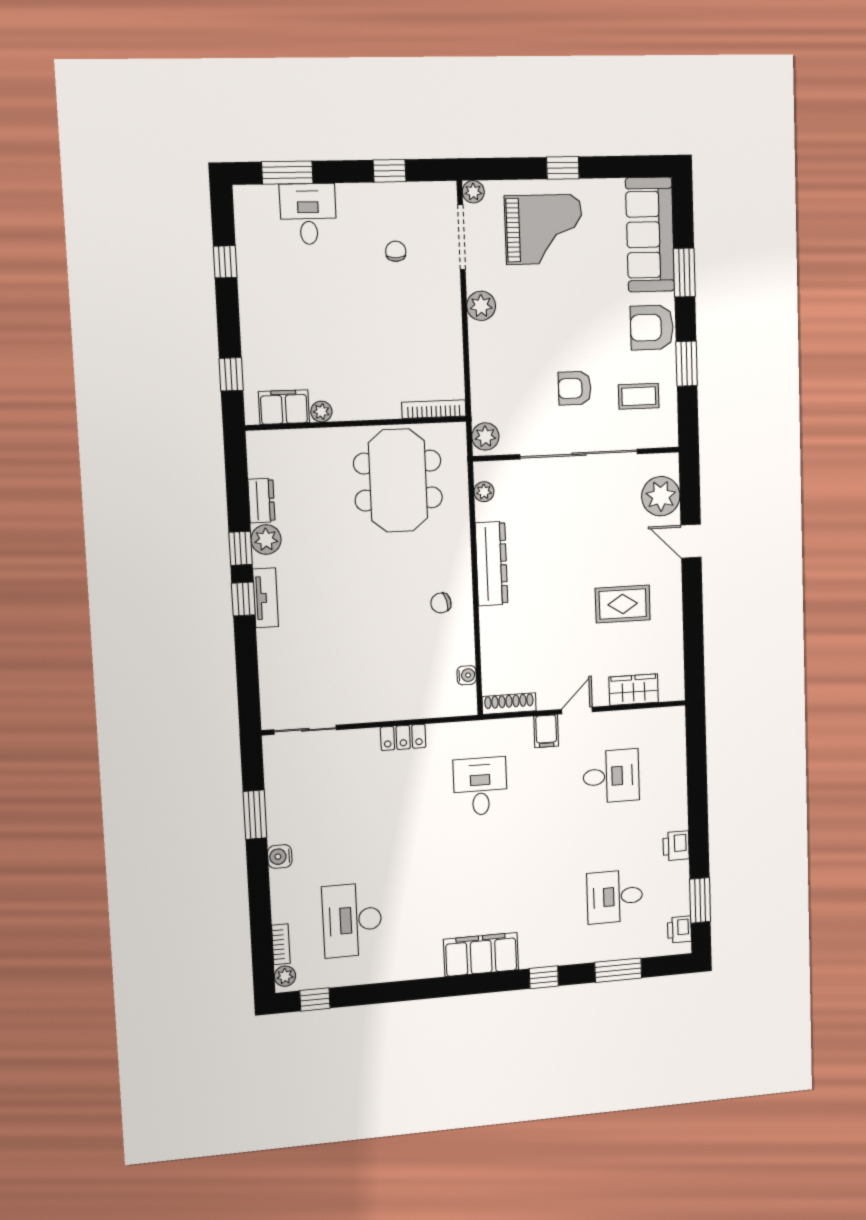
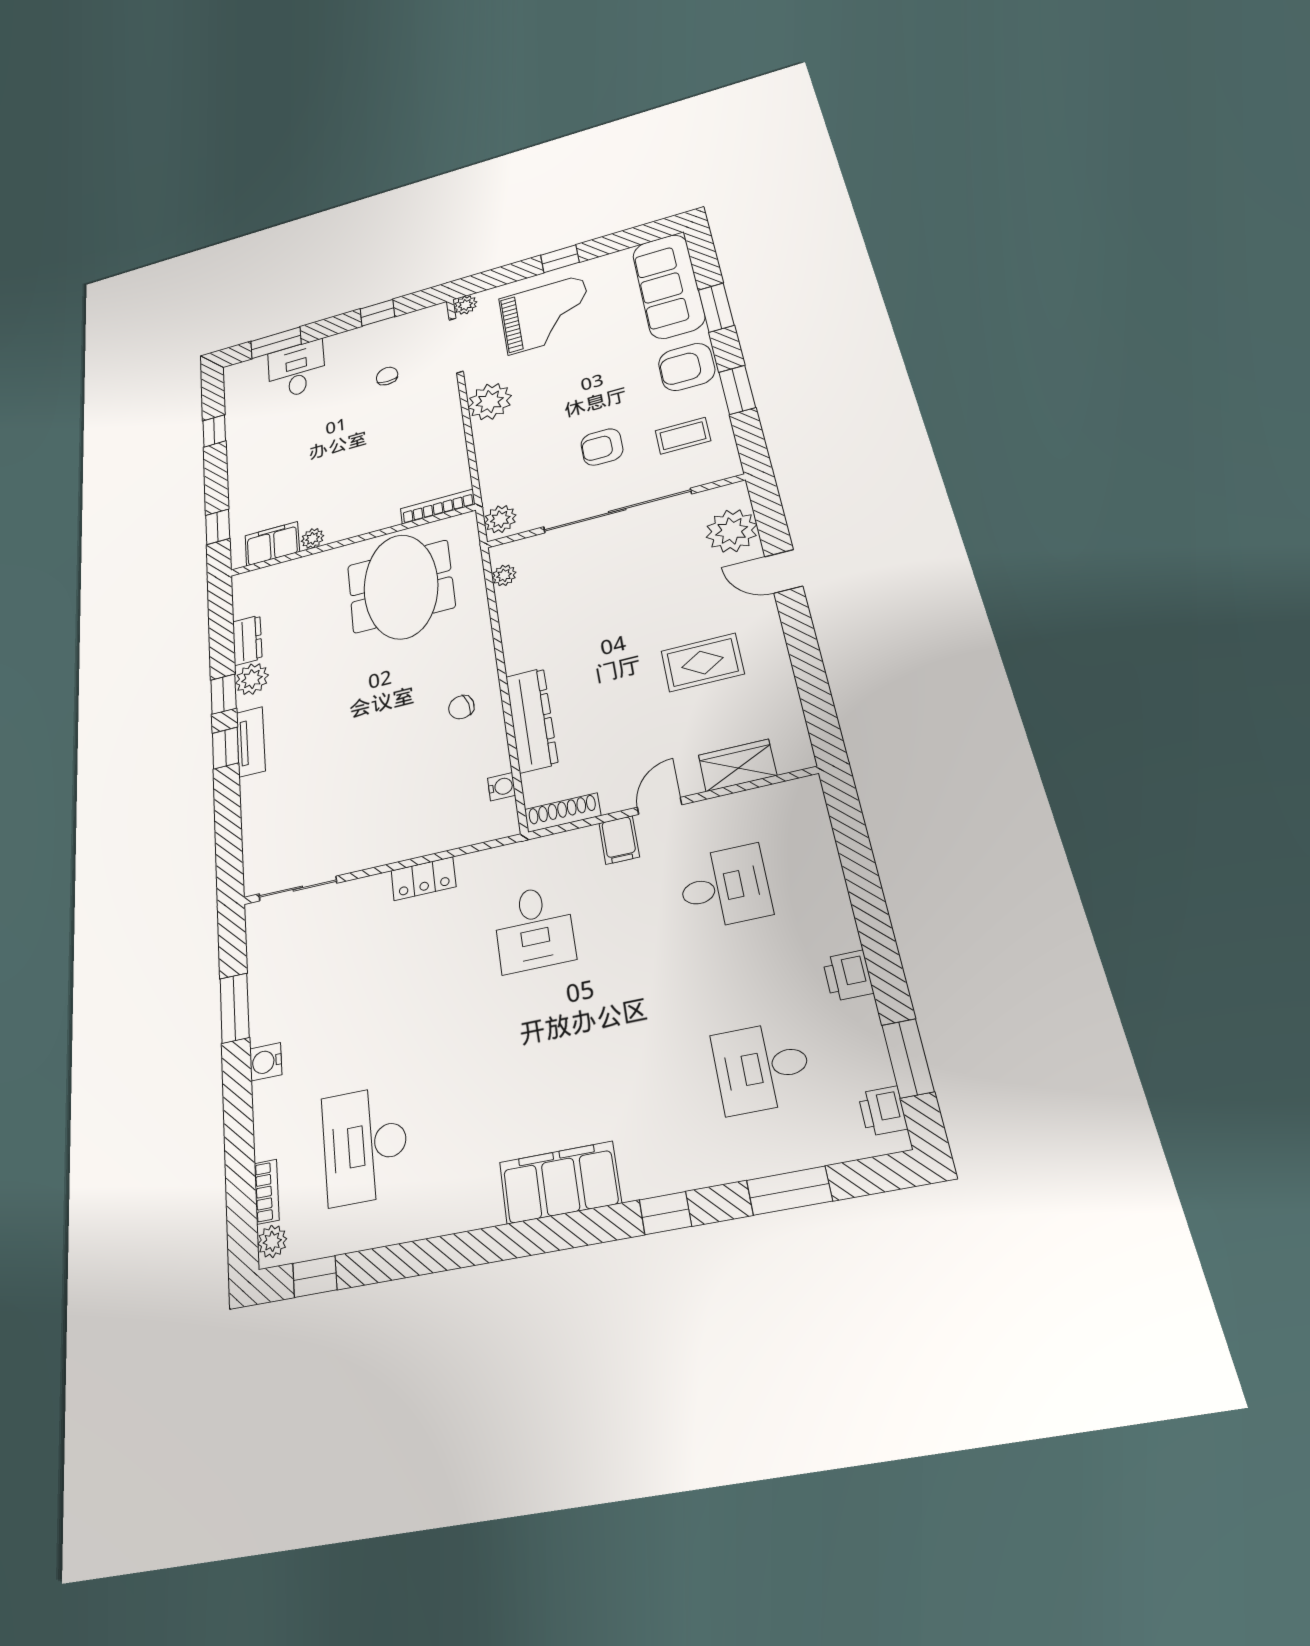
plant: (481, 306) -> (490, 402), width x1.36, depth x1.36
dresser: (492, 564) -> (532, 720), moved
desk: (480, 786) -> (534, 928), turned 180

